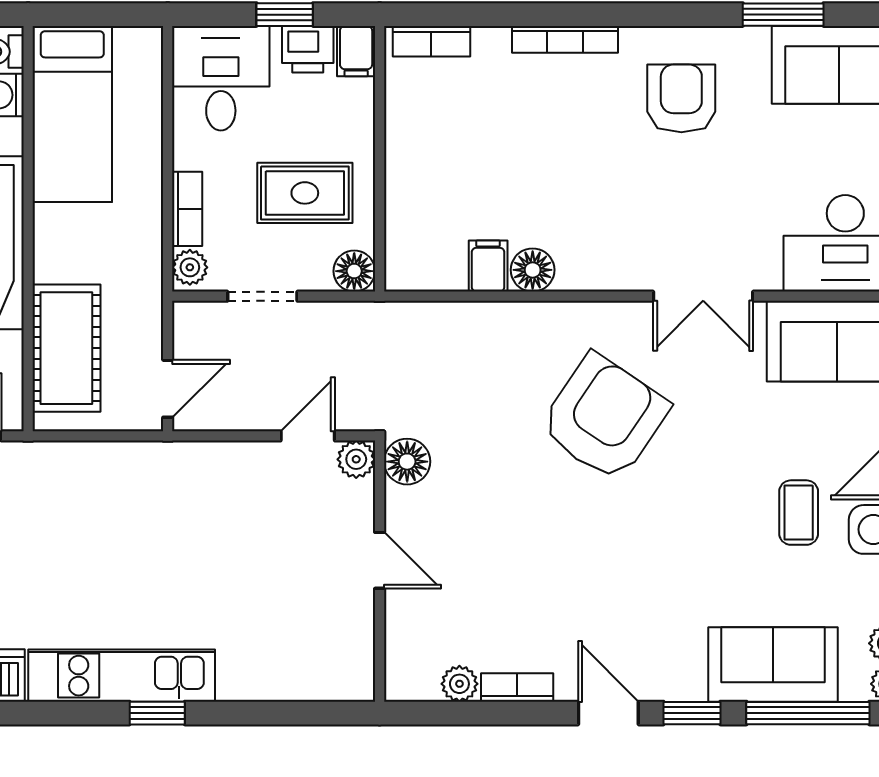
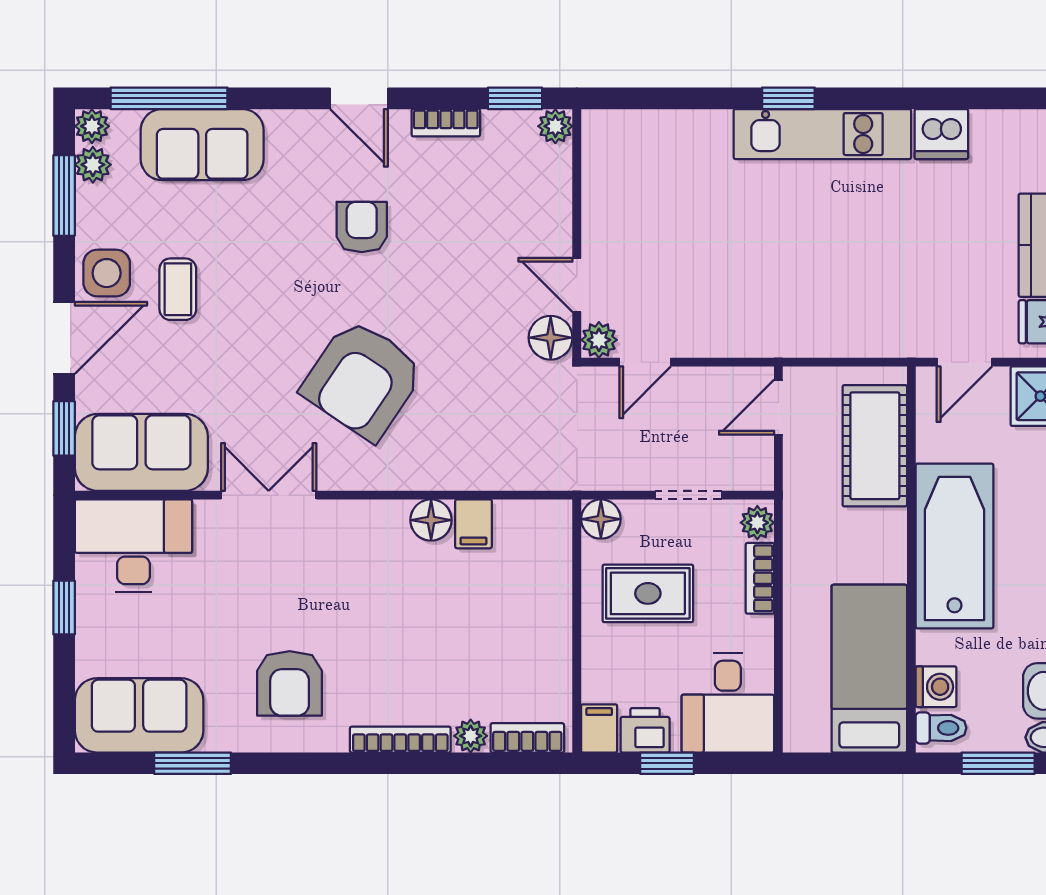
plant: (491, 43) -> (471, 736), added
door: (380, 560) -> (577, 285), moved
armchair: (606, 578) -> (362, 227), added
plant: (459, 684) -> (555, 126), moved
window: (692, 713) -> (515, 98), moved

